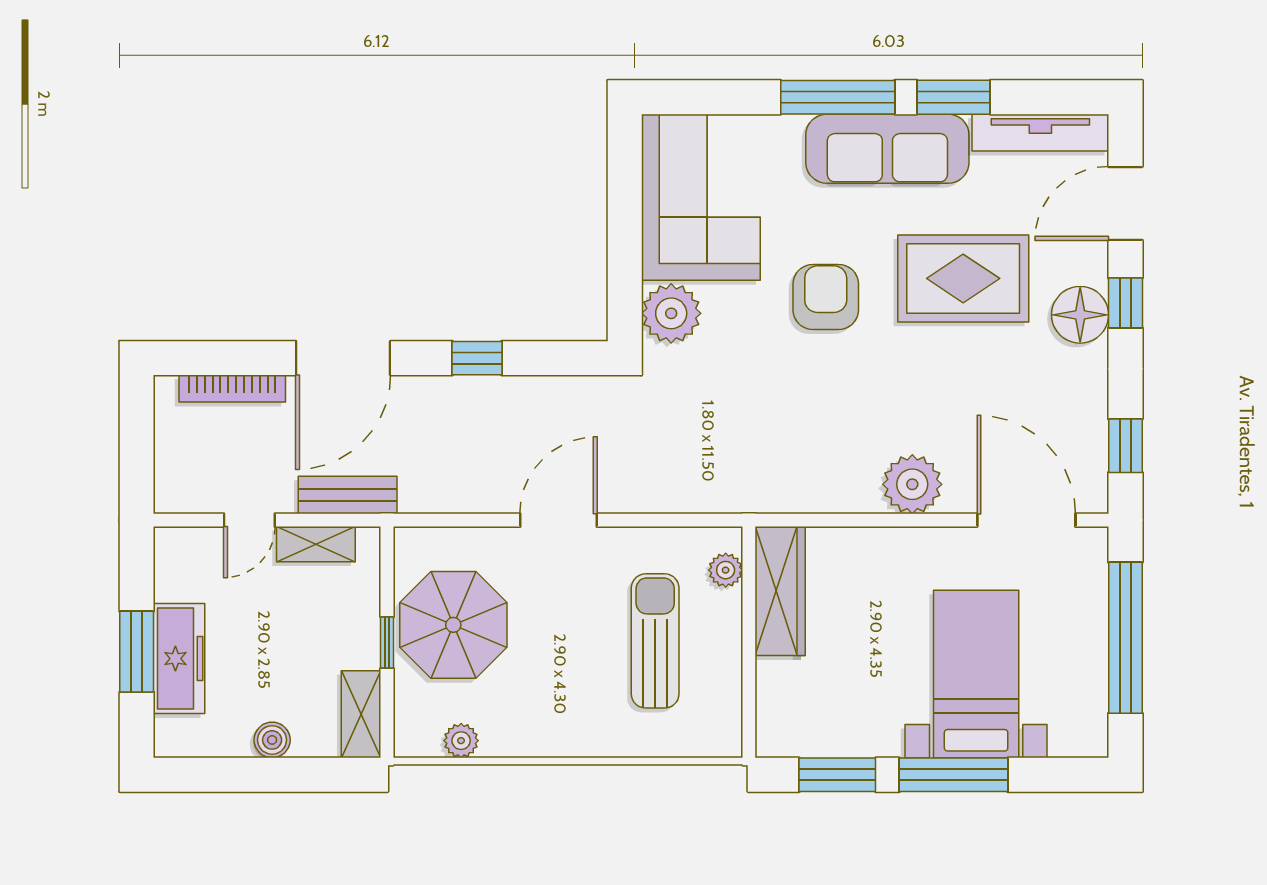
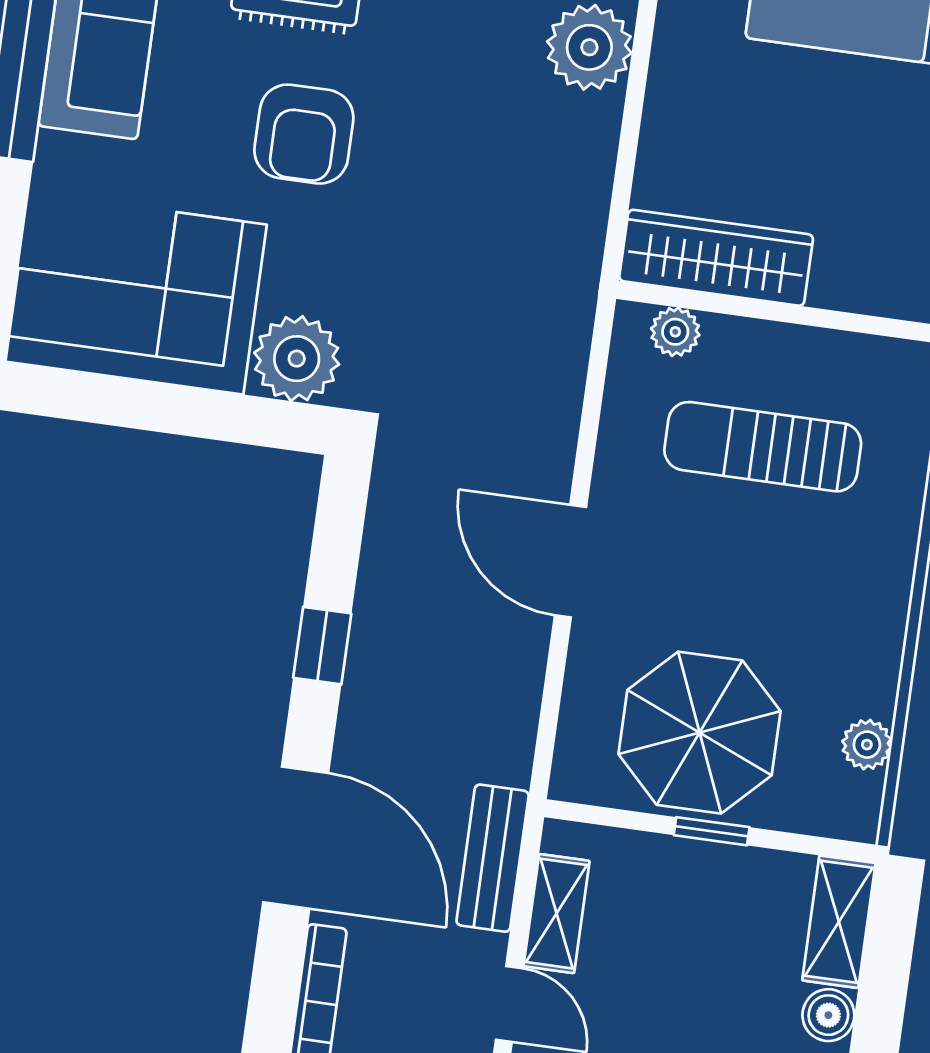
armchair: (826, 297) -> (304, 134), turned -90
shelving: (361, 714) -> (839, 922), moved, turned 90

